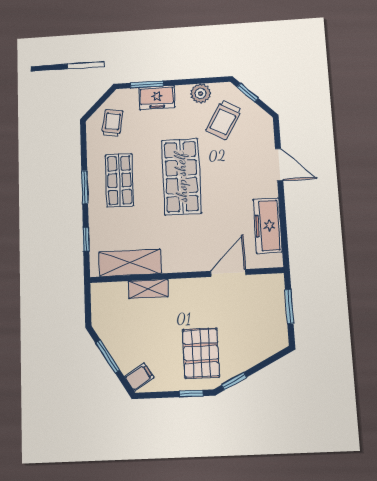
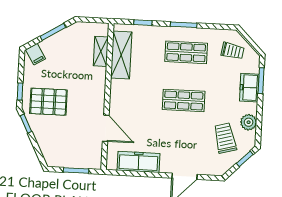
trolley: (224, 120) -> (225, 138), turned 45
shop shelf: (181, 177) -> (184, 100), width x0.70, depth x0.74
shelving: (148, 289) -> (101, 51), moved

